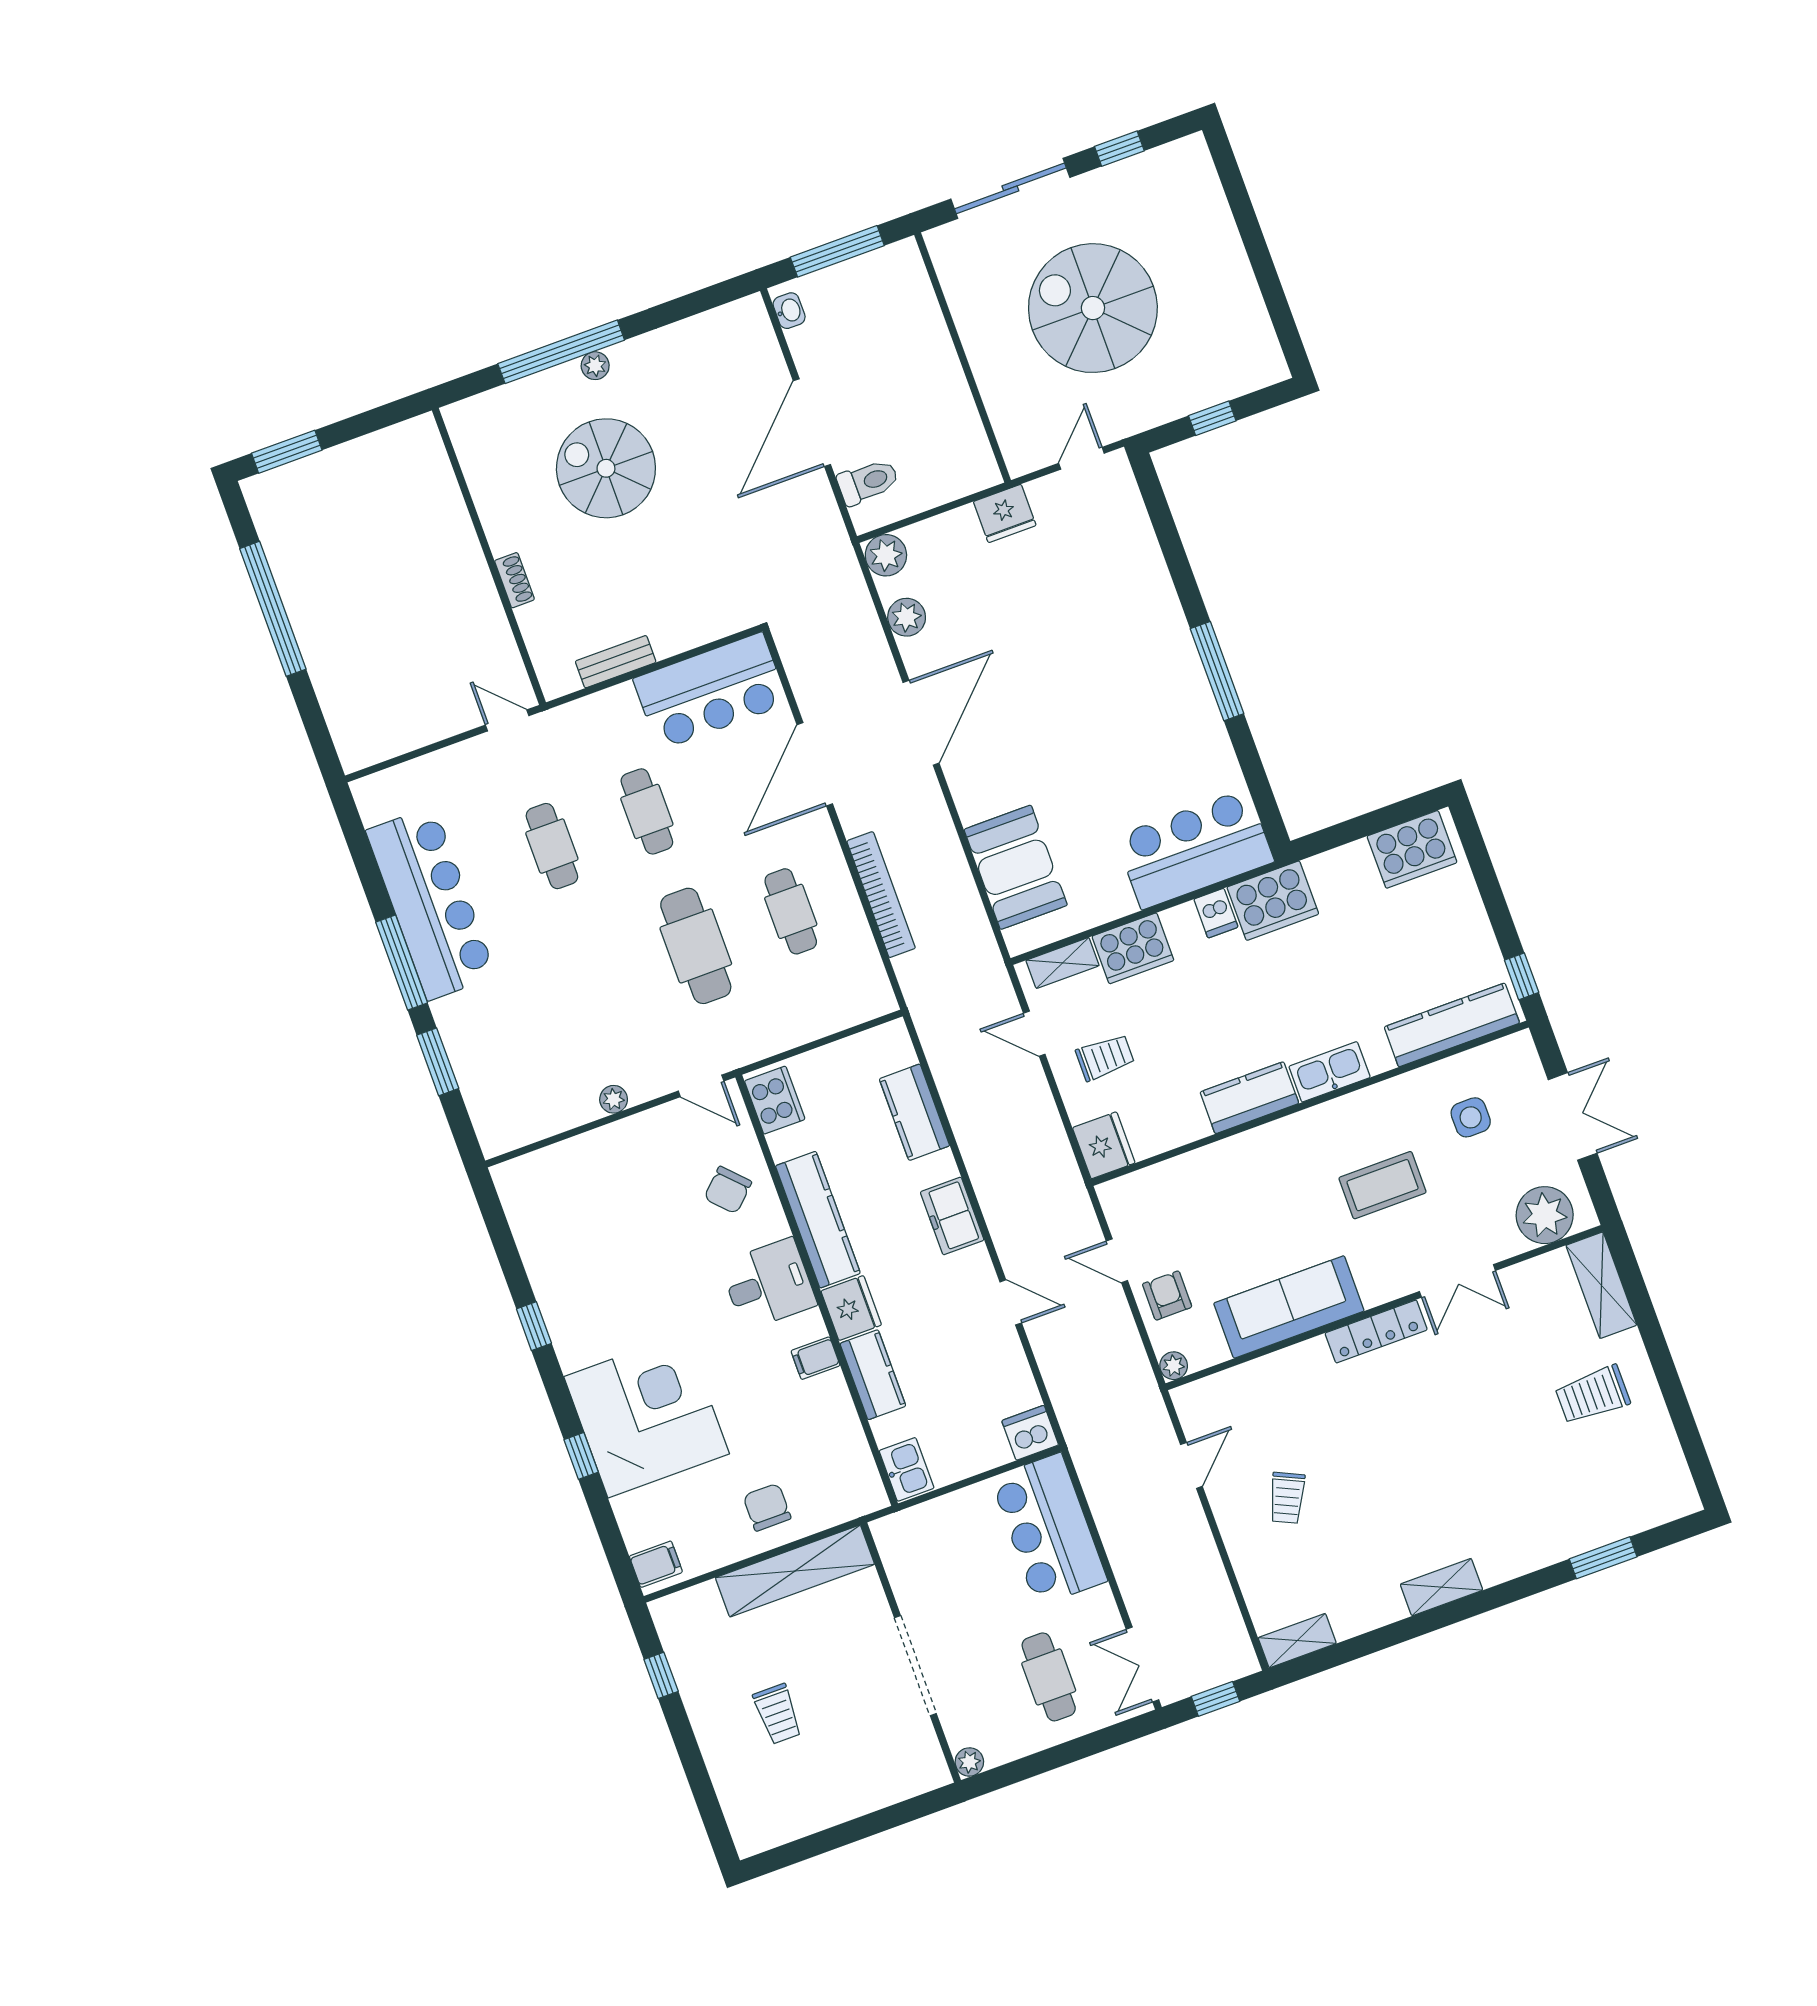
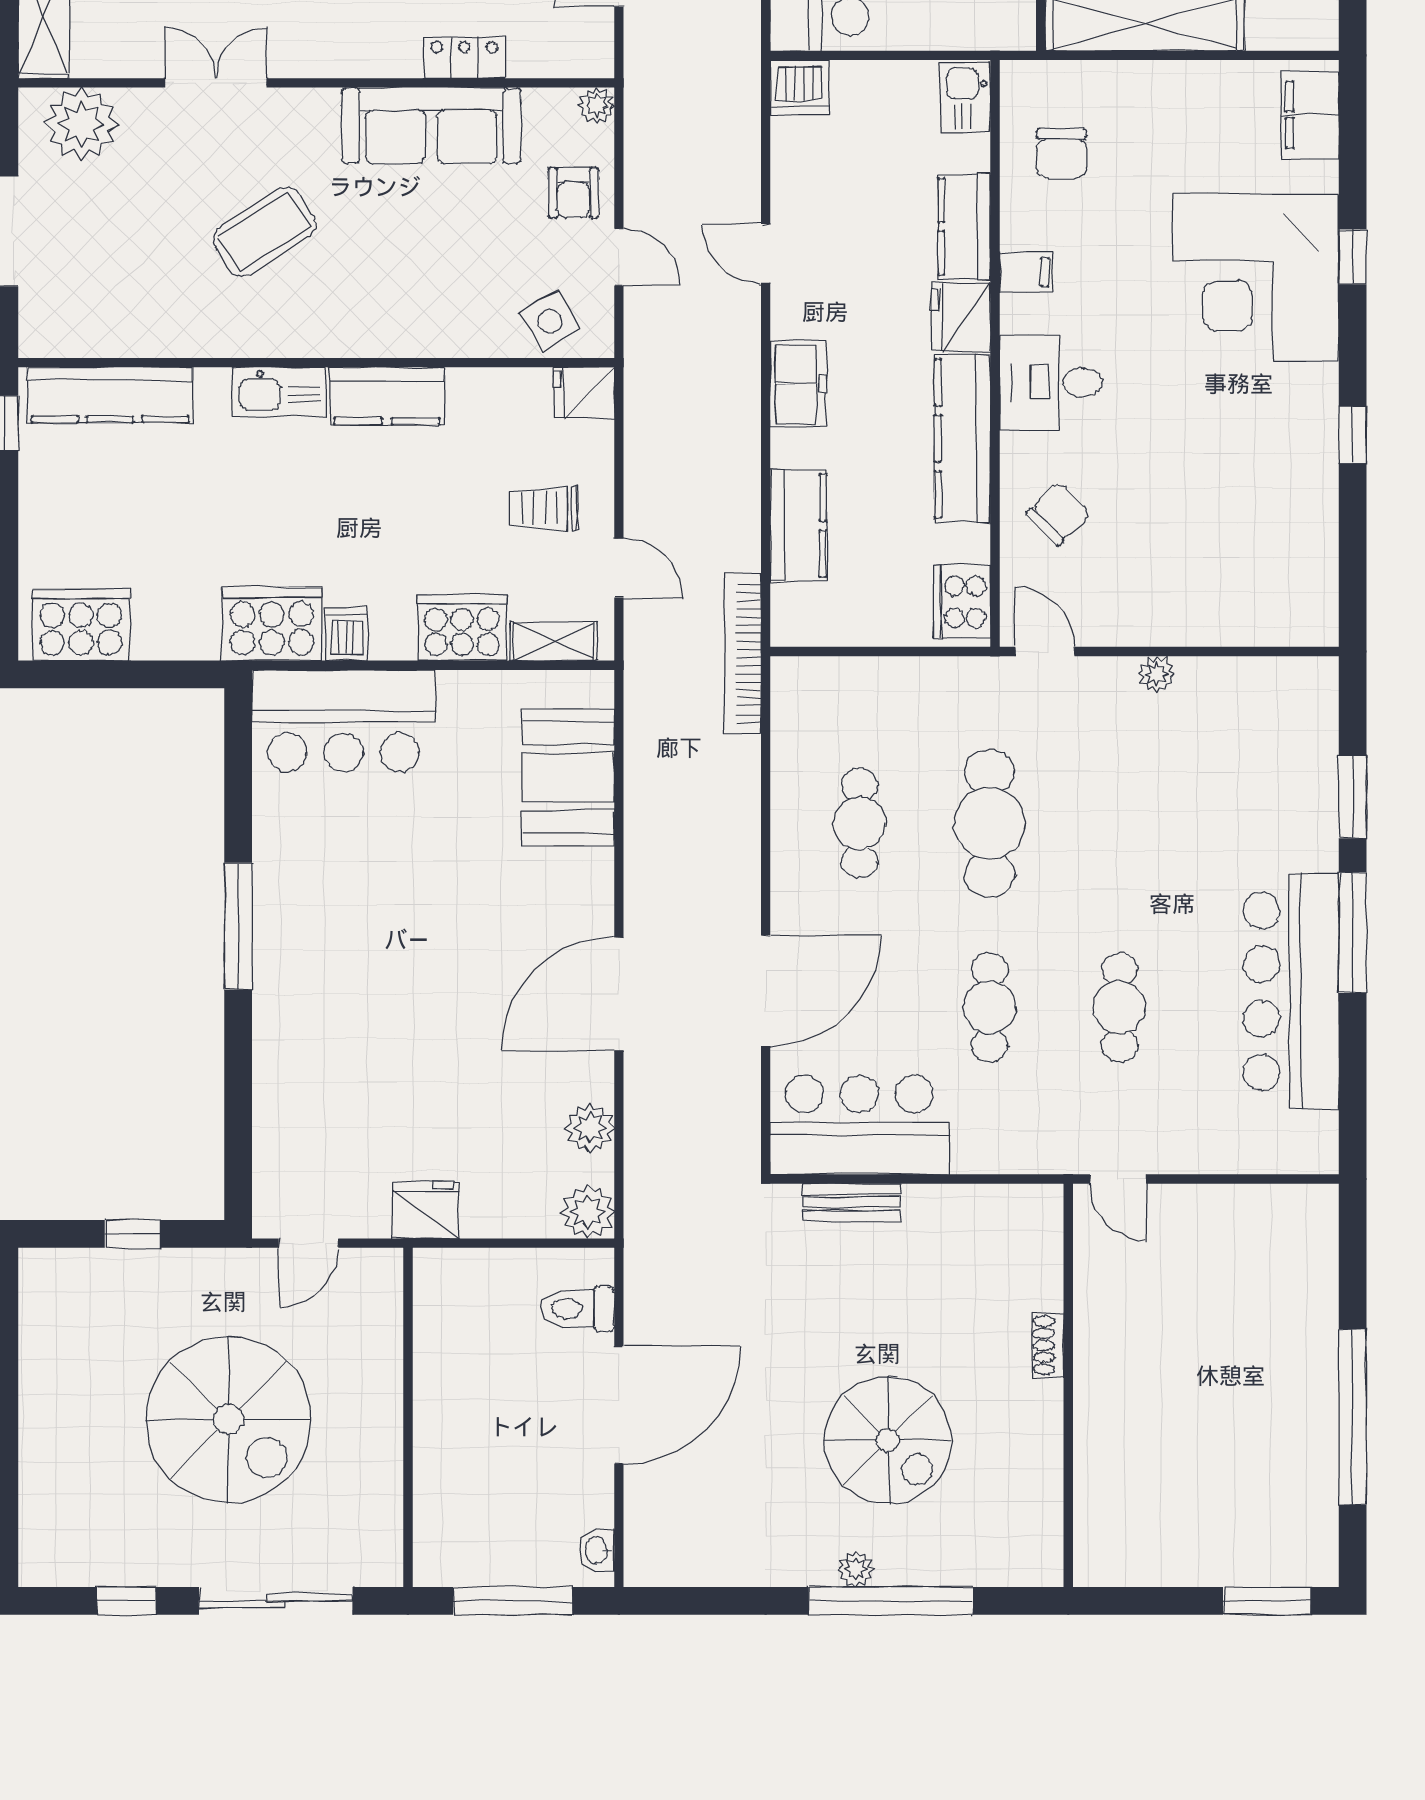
bench: (616, 662) -> (851, 1202), moved
bookcase: (881, 895) -> (743, 653), moved
side table: (1471, 1117) -> (550, 321), moved, turned -31
fridge: (1104, 1145) -> (584, 393), width x0.72
coffee table: (1383, 1185) -> (264, 232), turned -33
locker: (1376, 1331) -> (464, 58), moved, width x0.66
chair: (767, 1507) -> (1061, 154), moved
filing cabinet: (656, 1564) -> (1310, 115), width x2.00

